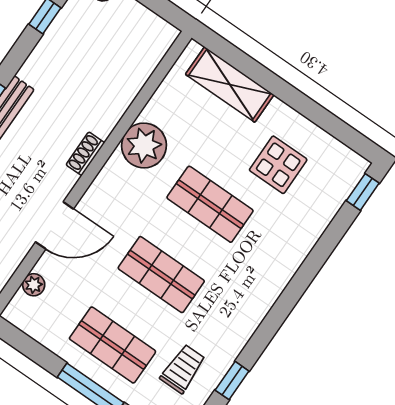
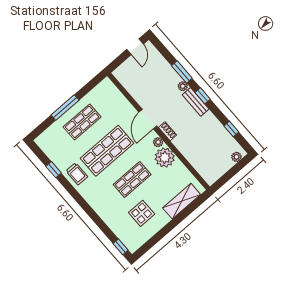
door: (54, 225) -> (148, 119), moved
shop shelf: (161, 275) -> (107, 151), width x1.43, depth x1.36
plant: (34, 285) -> (158, 142), moved
trolley: (183, 369) -> (77, 174), moved

